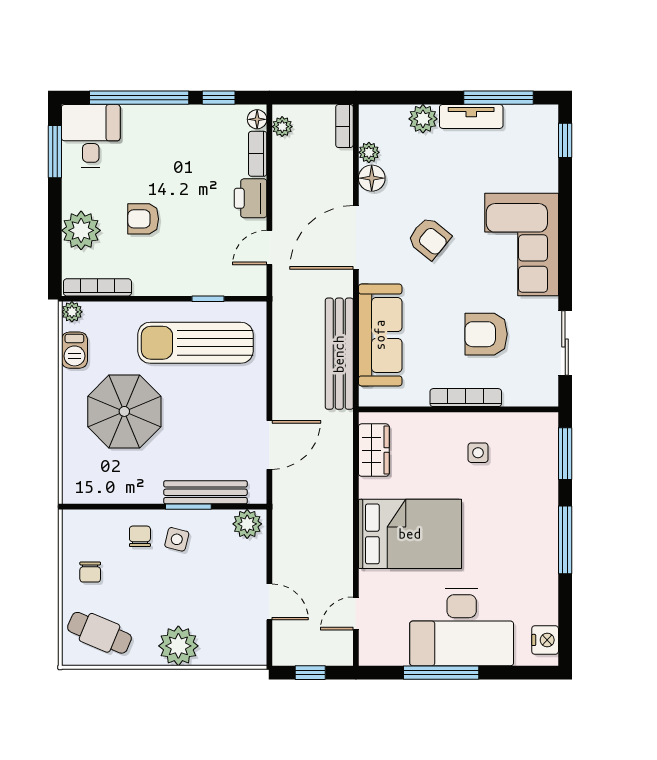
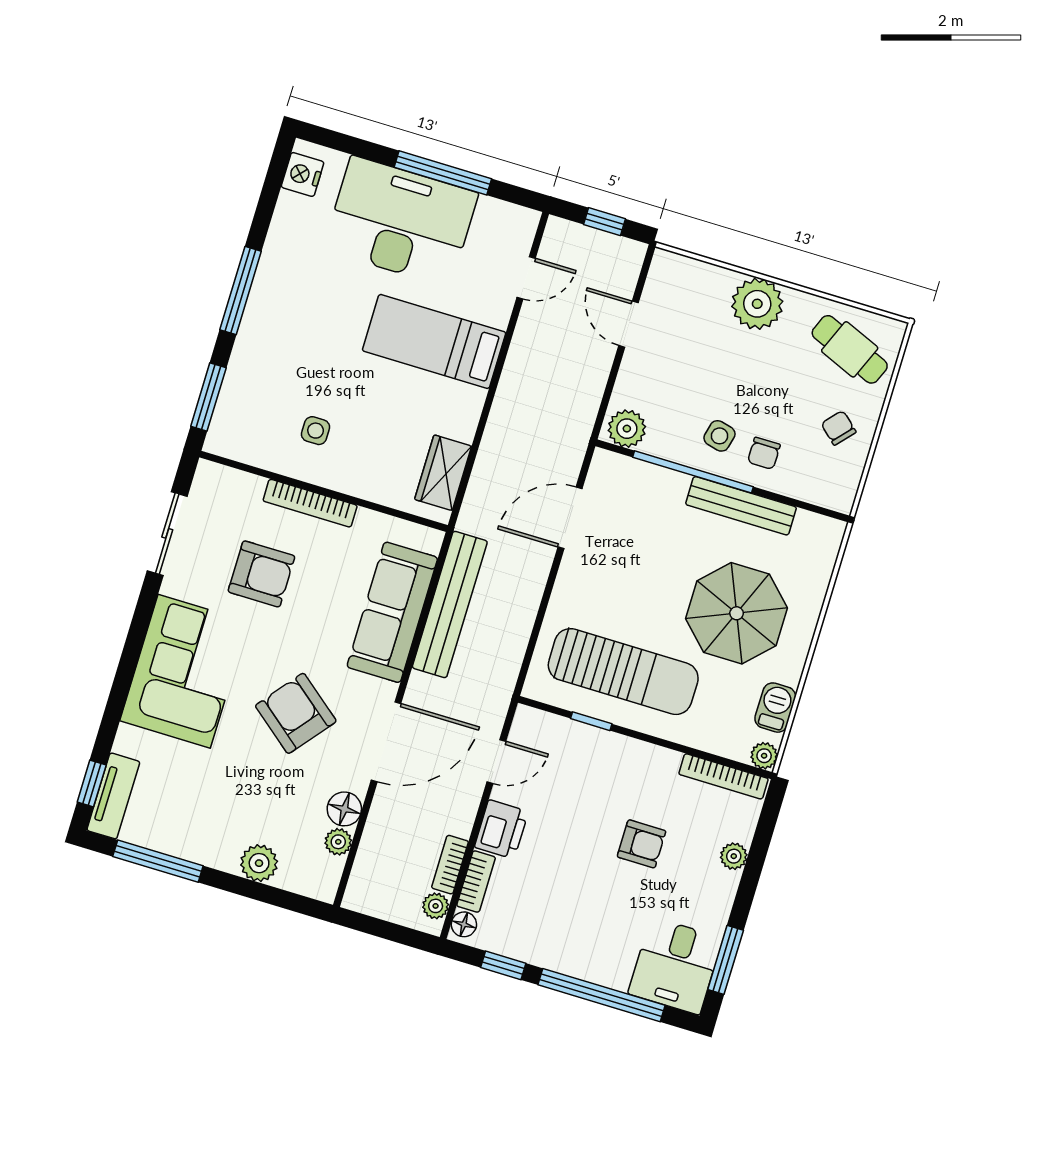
tv unit: (471, 116) -> (113, 796), moved, turned 90
bookcase: (344, 126) -> (450, 865), moved, turned 180
plant: (81, 230) -> (734, 856), width x0.53, depth x0.53
armchair: (429, 238) -> (296, 713), width x1.38, depth x1.38
bench: (205, 492) -> (741, 506), moved
window: (188, 507) -> (693, 472), width x2.11
bed: (410, 534) -> (434, 341), width x0.67
chair: (90, 572) -> (839, 428), turned -48

